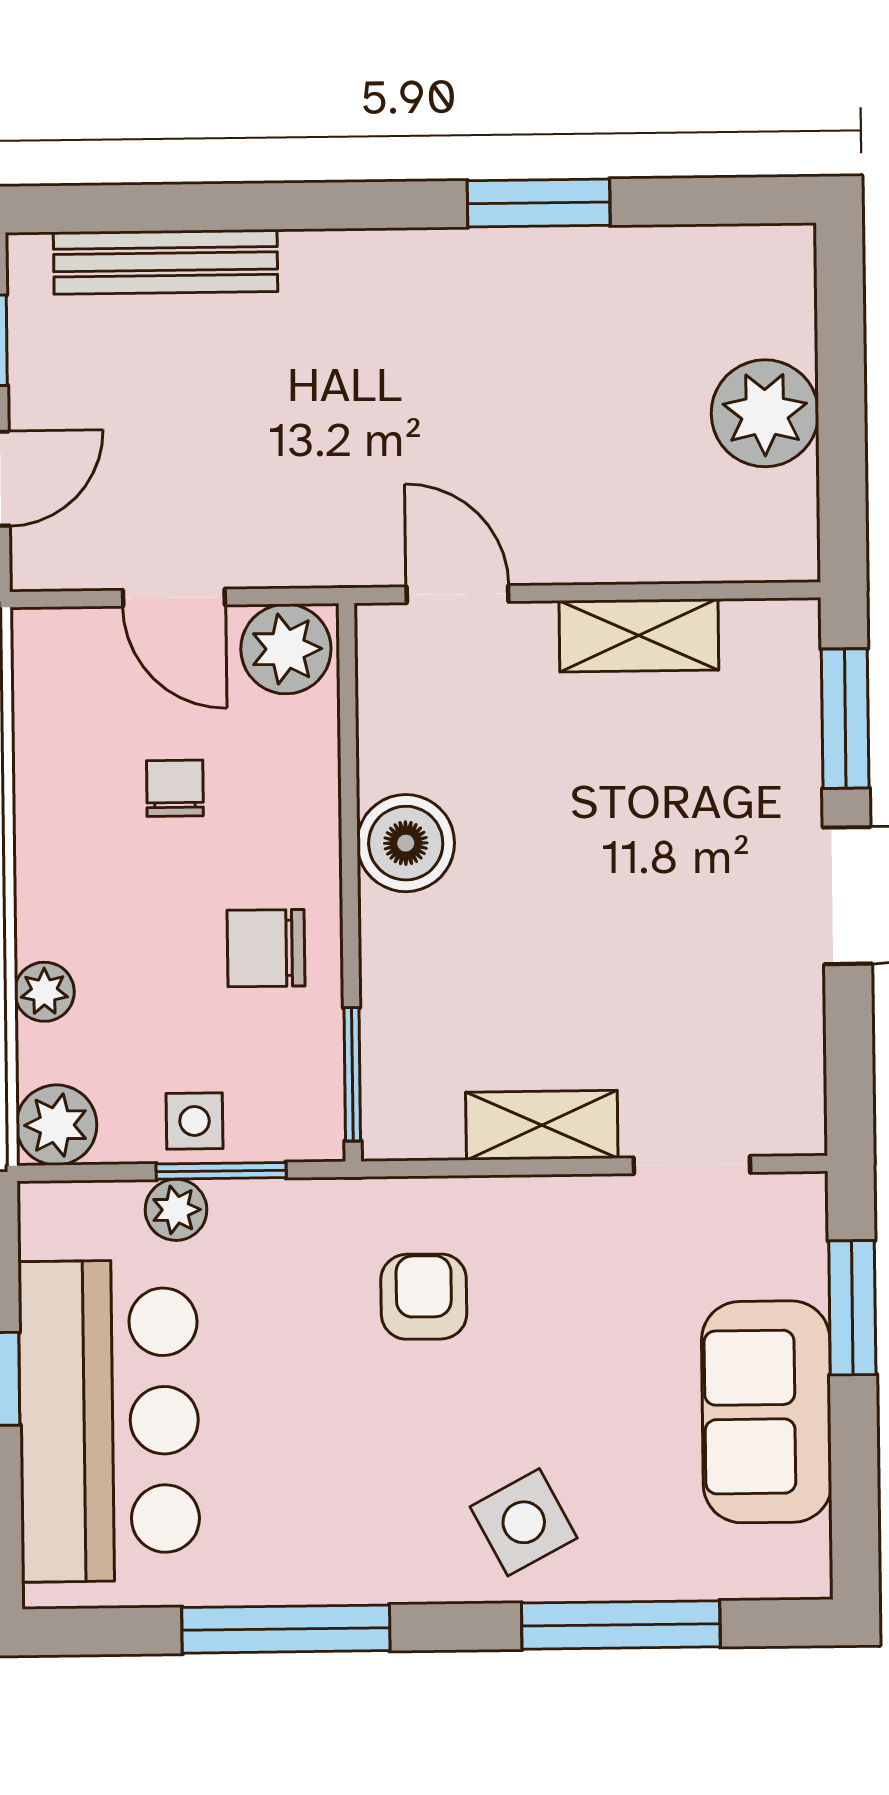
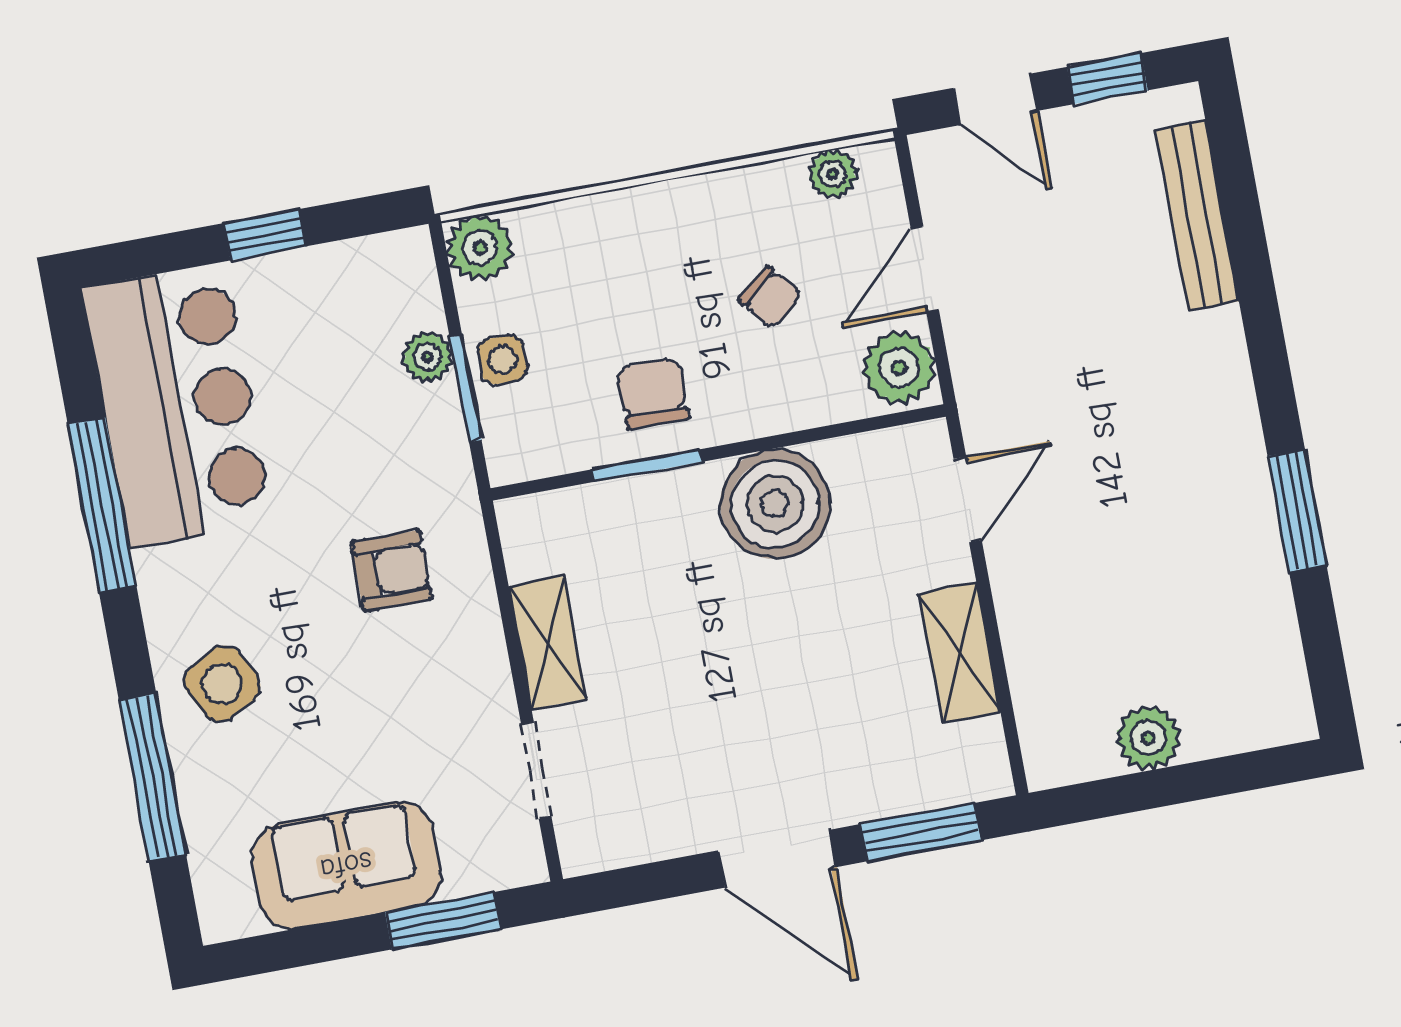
plant: (765, 413) -> (1148, 738), width x0.73, depth x0.73
chair: (175, 788) -> (770, 297), turned 50
boiler: (406, 843) -> (775, 504), width x1.37, depth x1.37
plant: (44, 992) -> (833, 174), moved
window: (352, 1074) -> (647, 466), moved
bar counter: (109, 1421) -> (177, 405), moved, turned -90

